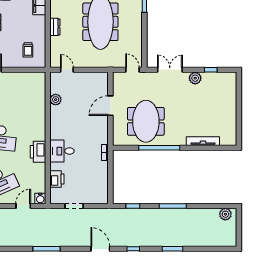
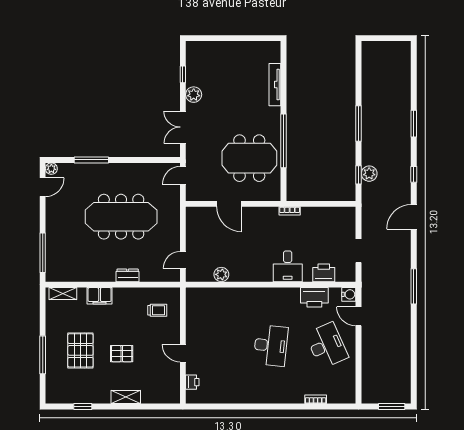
printer: (38, 152) -> (314, 297), moved
plant: (225, 214) -> (369, 174), moved

